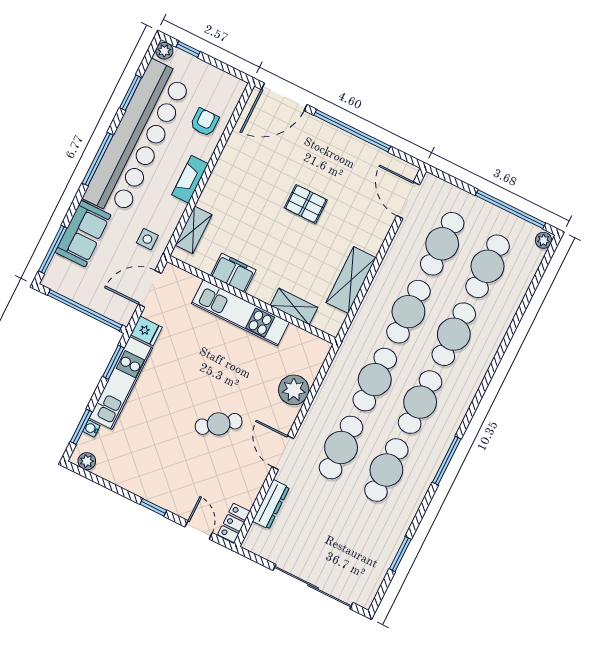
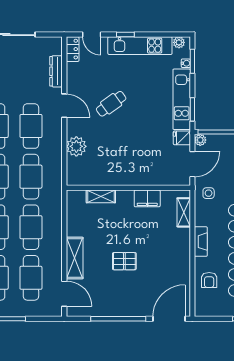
shelving: (351, 280) -> (75, 258), moved
kitchen unit: (240, 313) -> (140, 46), moved, turned 180
plant: (123, 316) -> (200, 140), added

